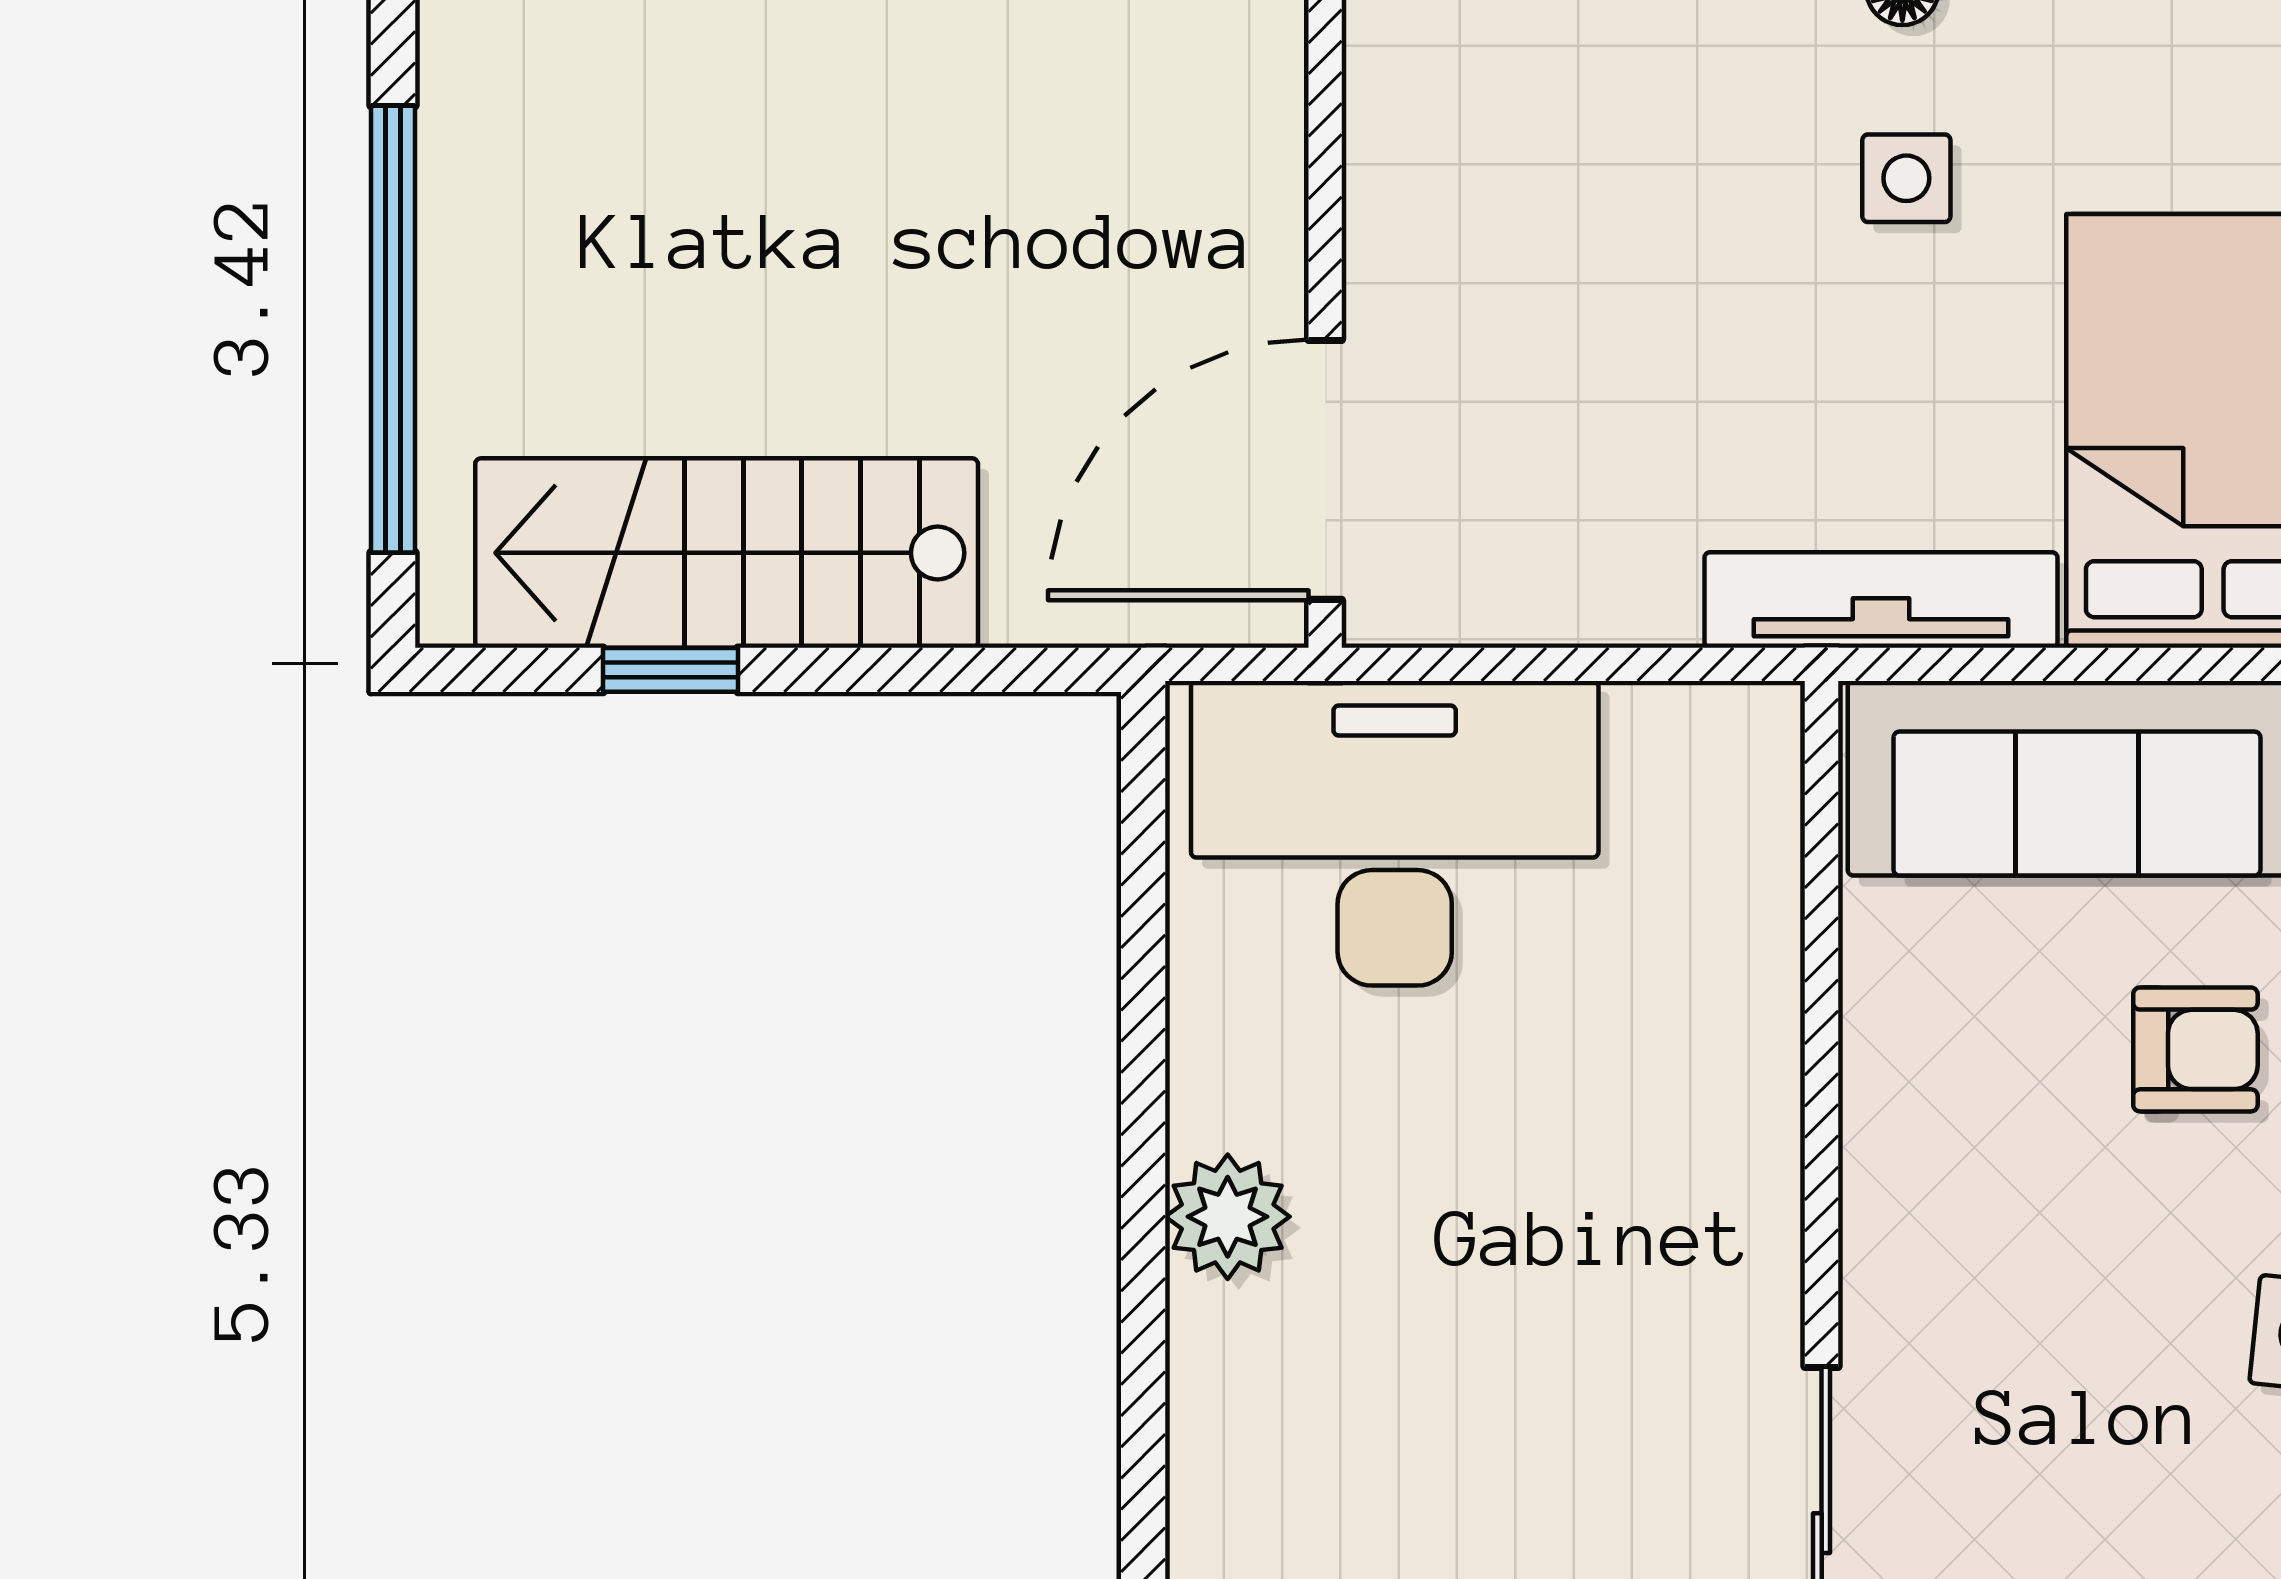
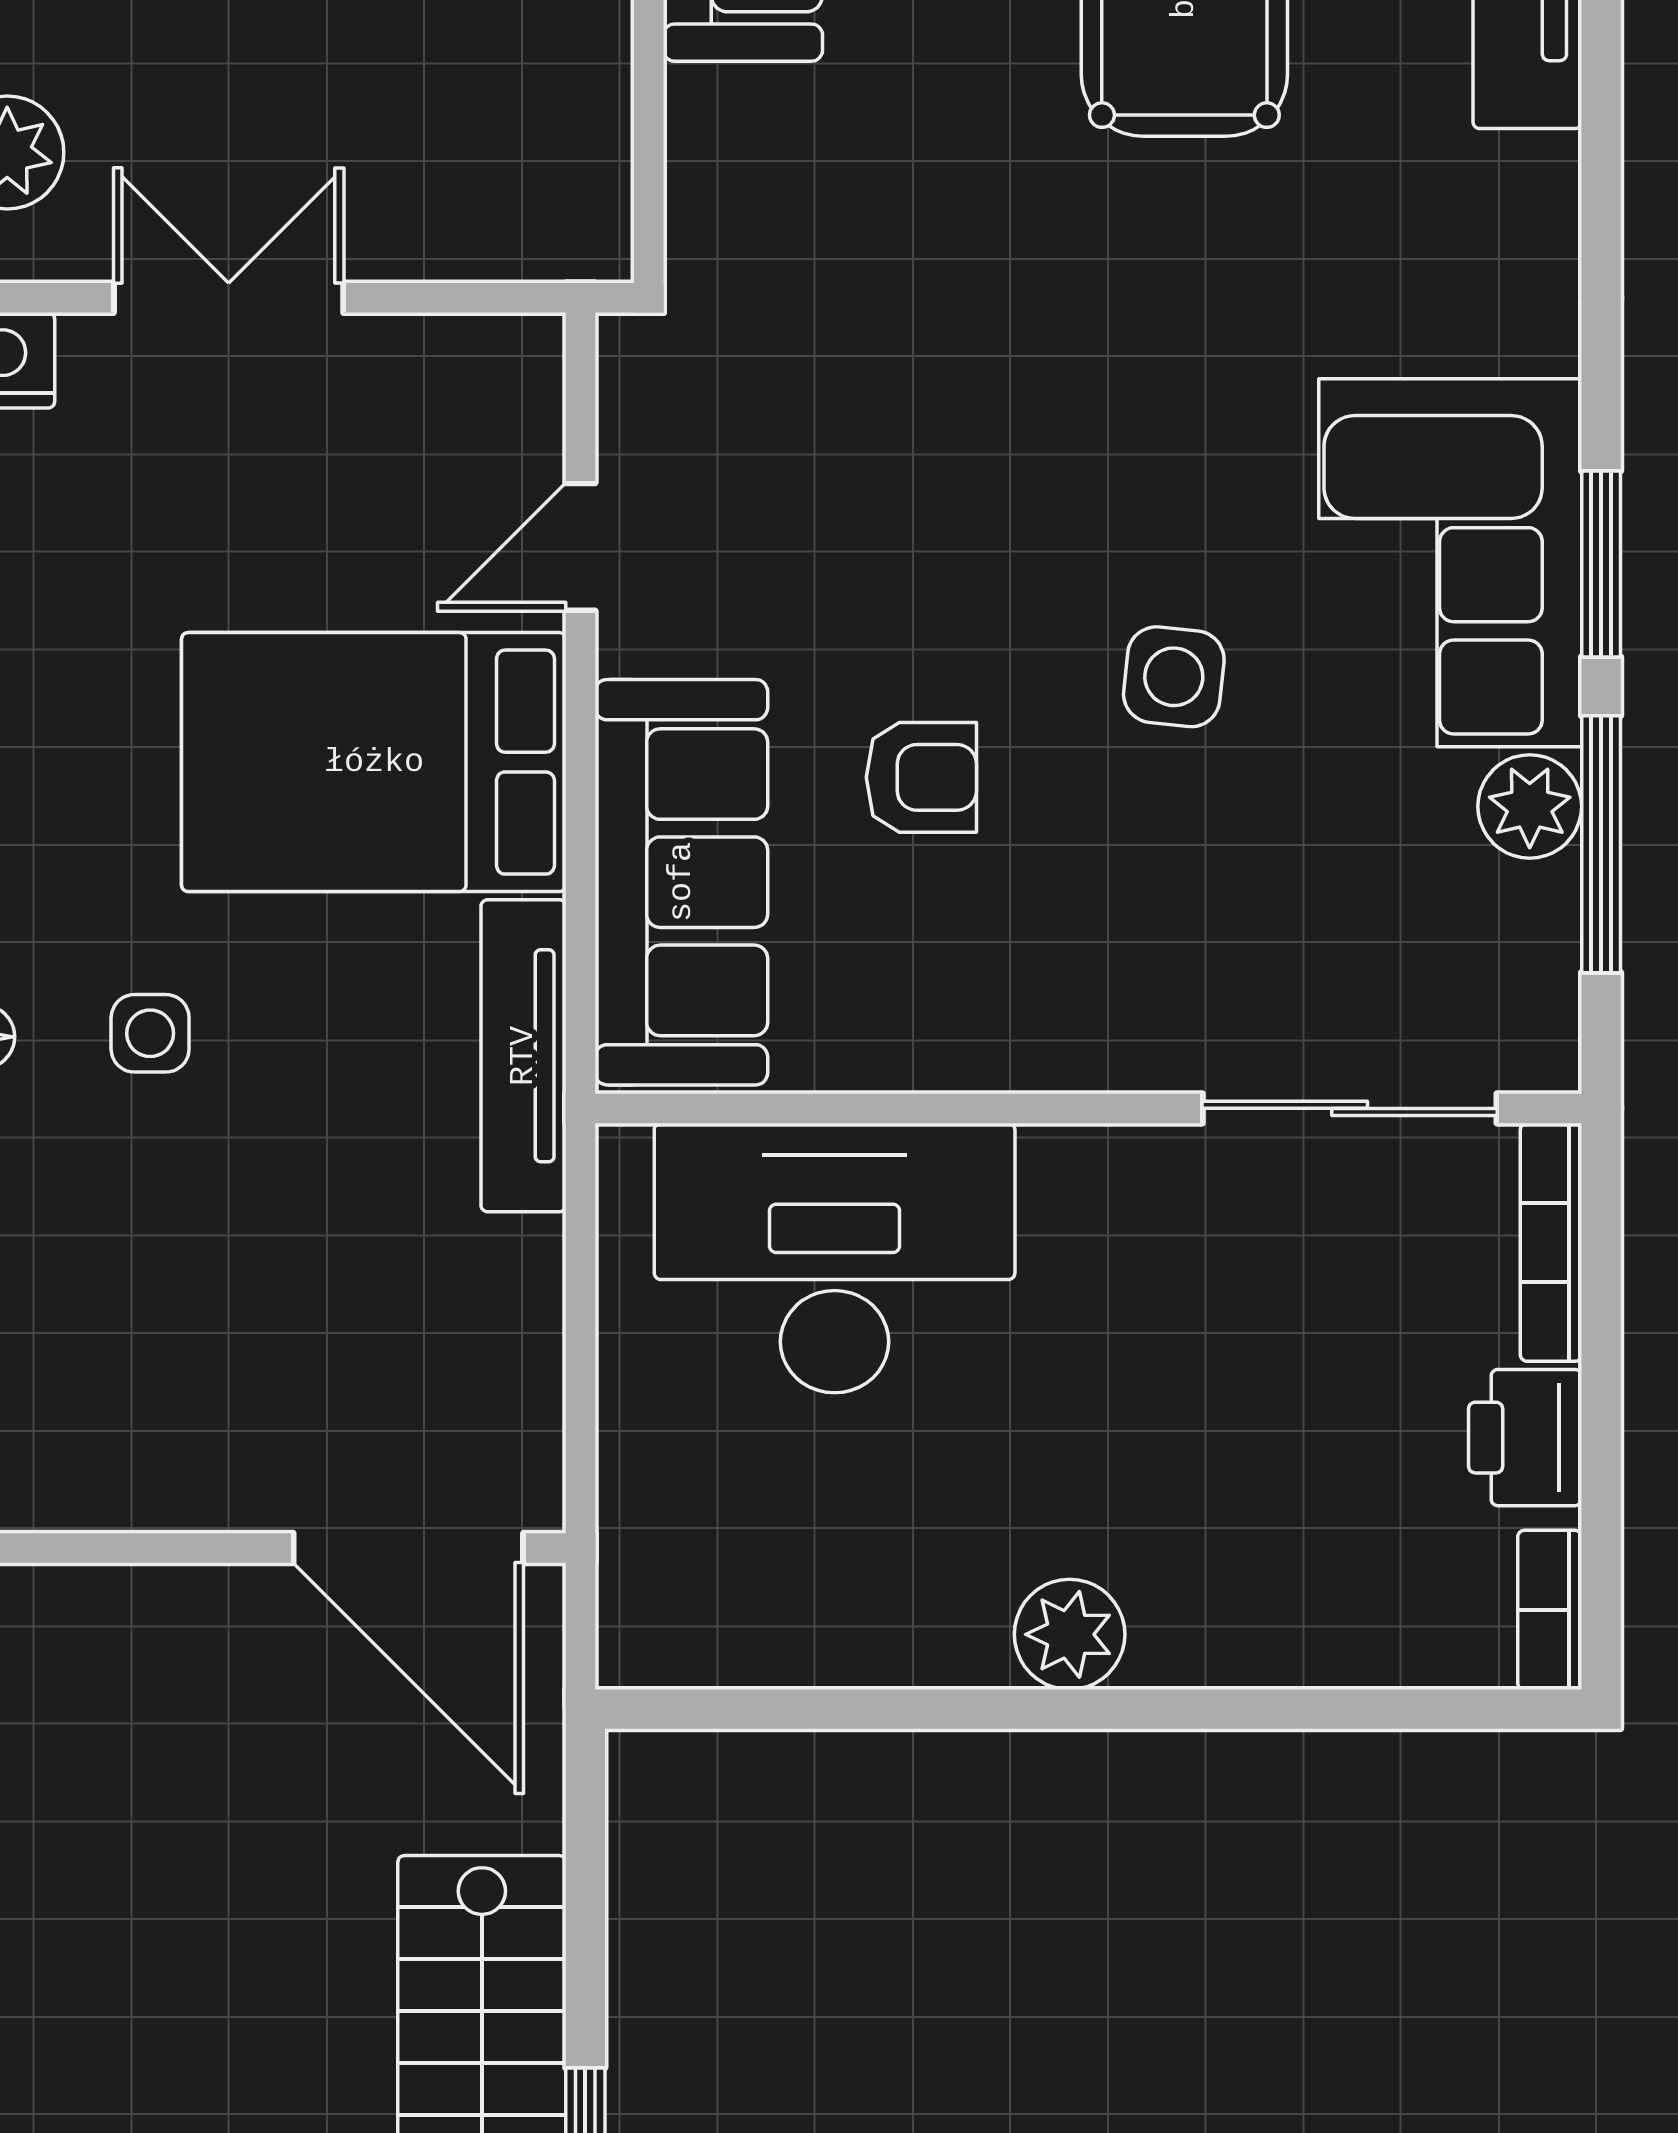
desk: (1395, 833) -> (835, 1258), moved, turned 90
armchair: (2195, 1049) -> (921, 777), turned 90

